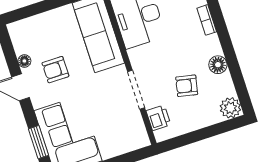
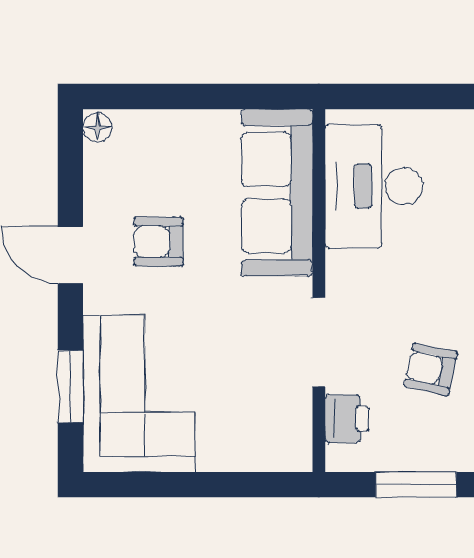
floor lamp: (24, 61) -> (97, 127), moved
window: (196, 136) -> (416, 485), added

